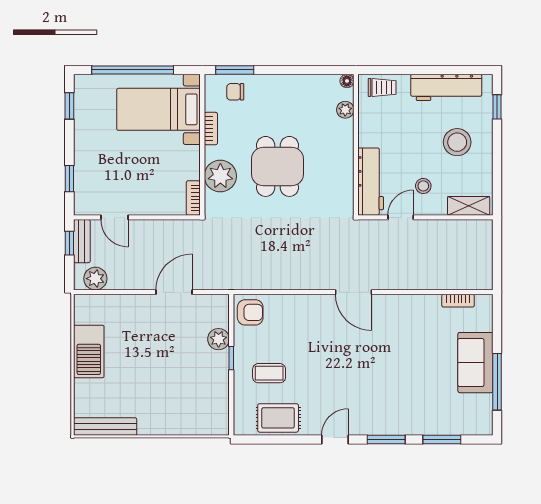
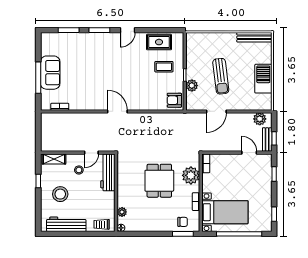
window: (497, 107) -> (38, 181), moved
sun lounger: (166, 356) -> (221, 76), added
window: (497, 382) -> (38, 78), moved

